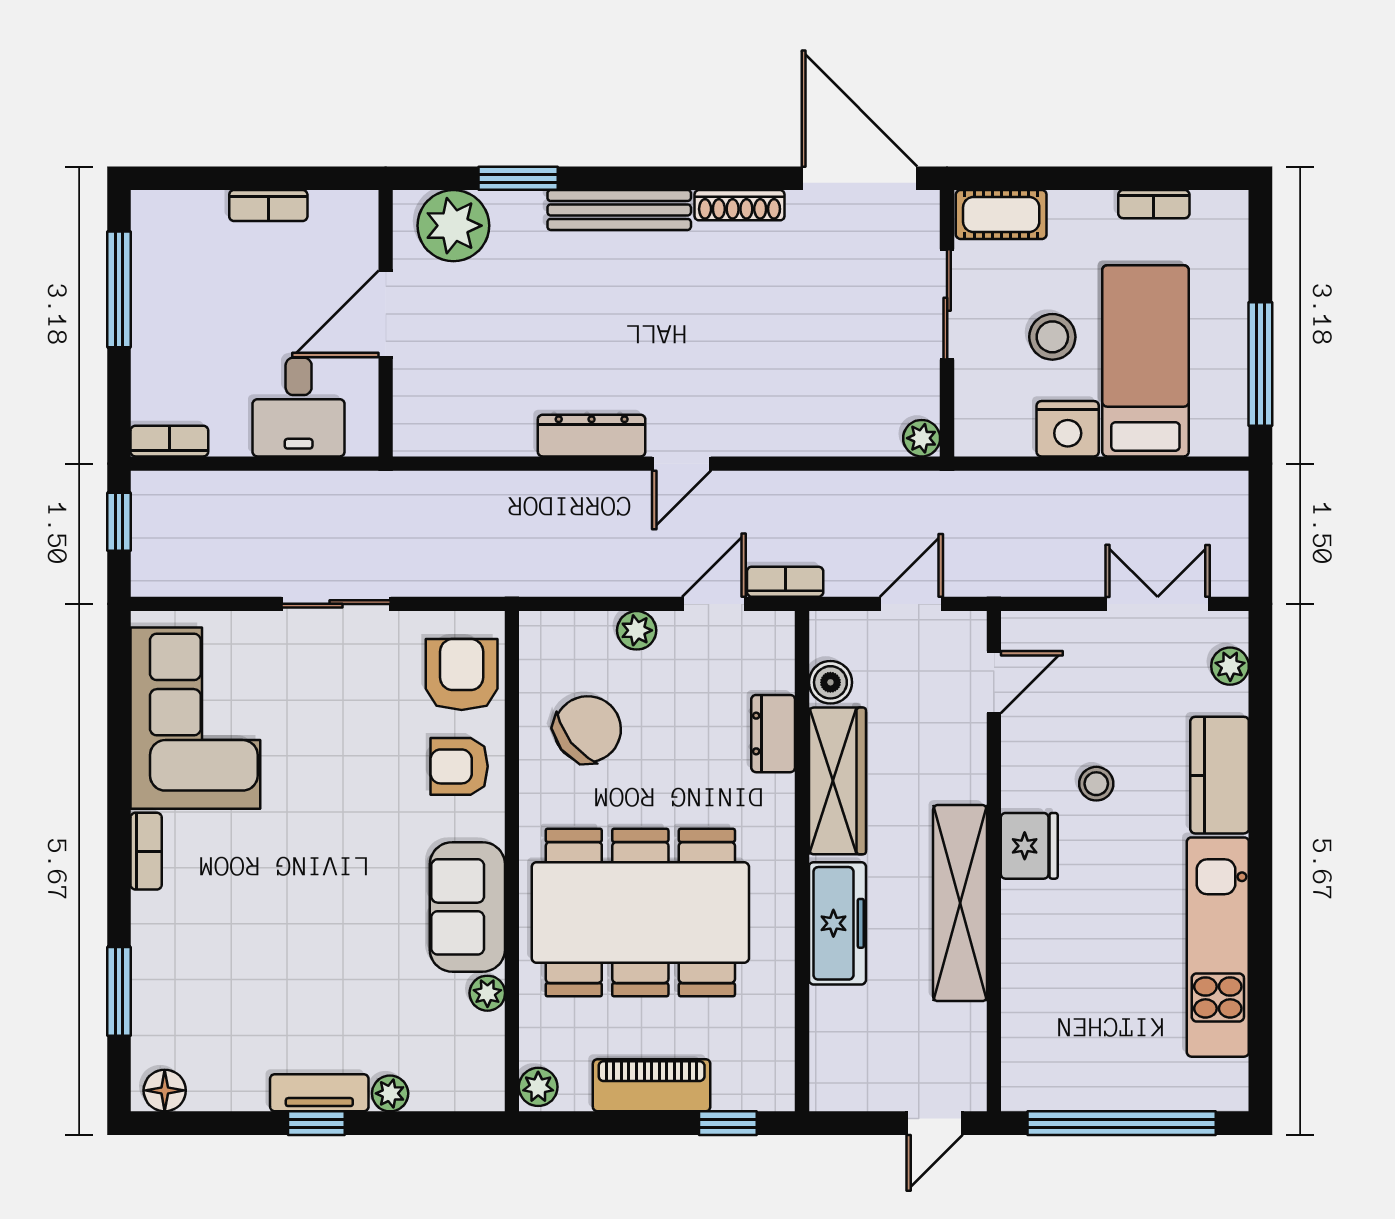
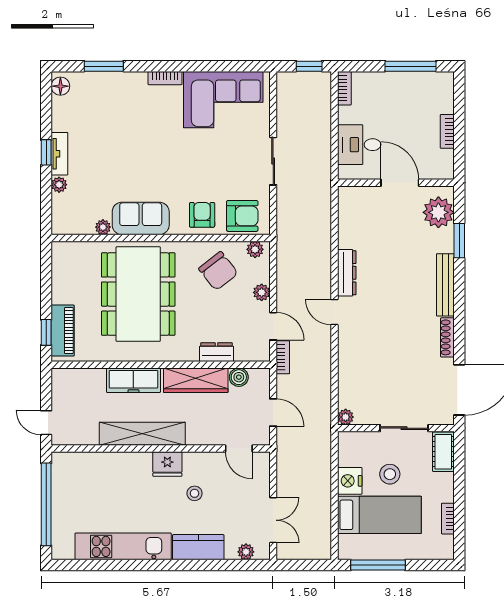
piano: (652, 1085) -> (63, 331), moved
plant: (538, 1087) -> (255, 249), moved

